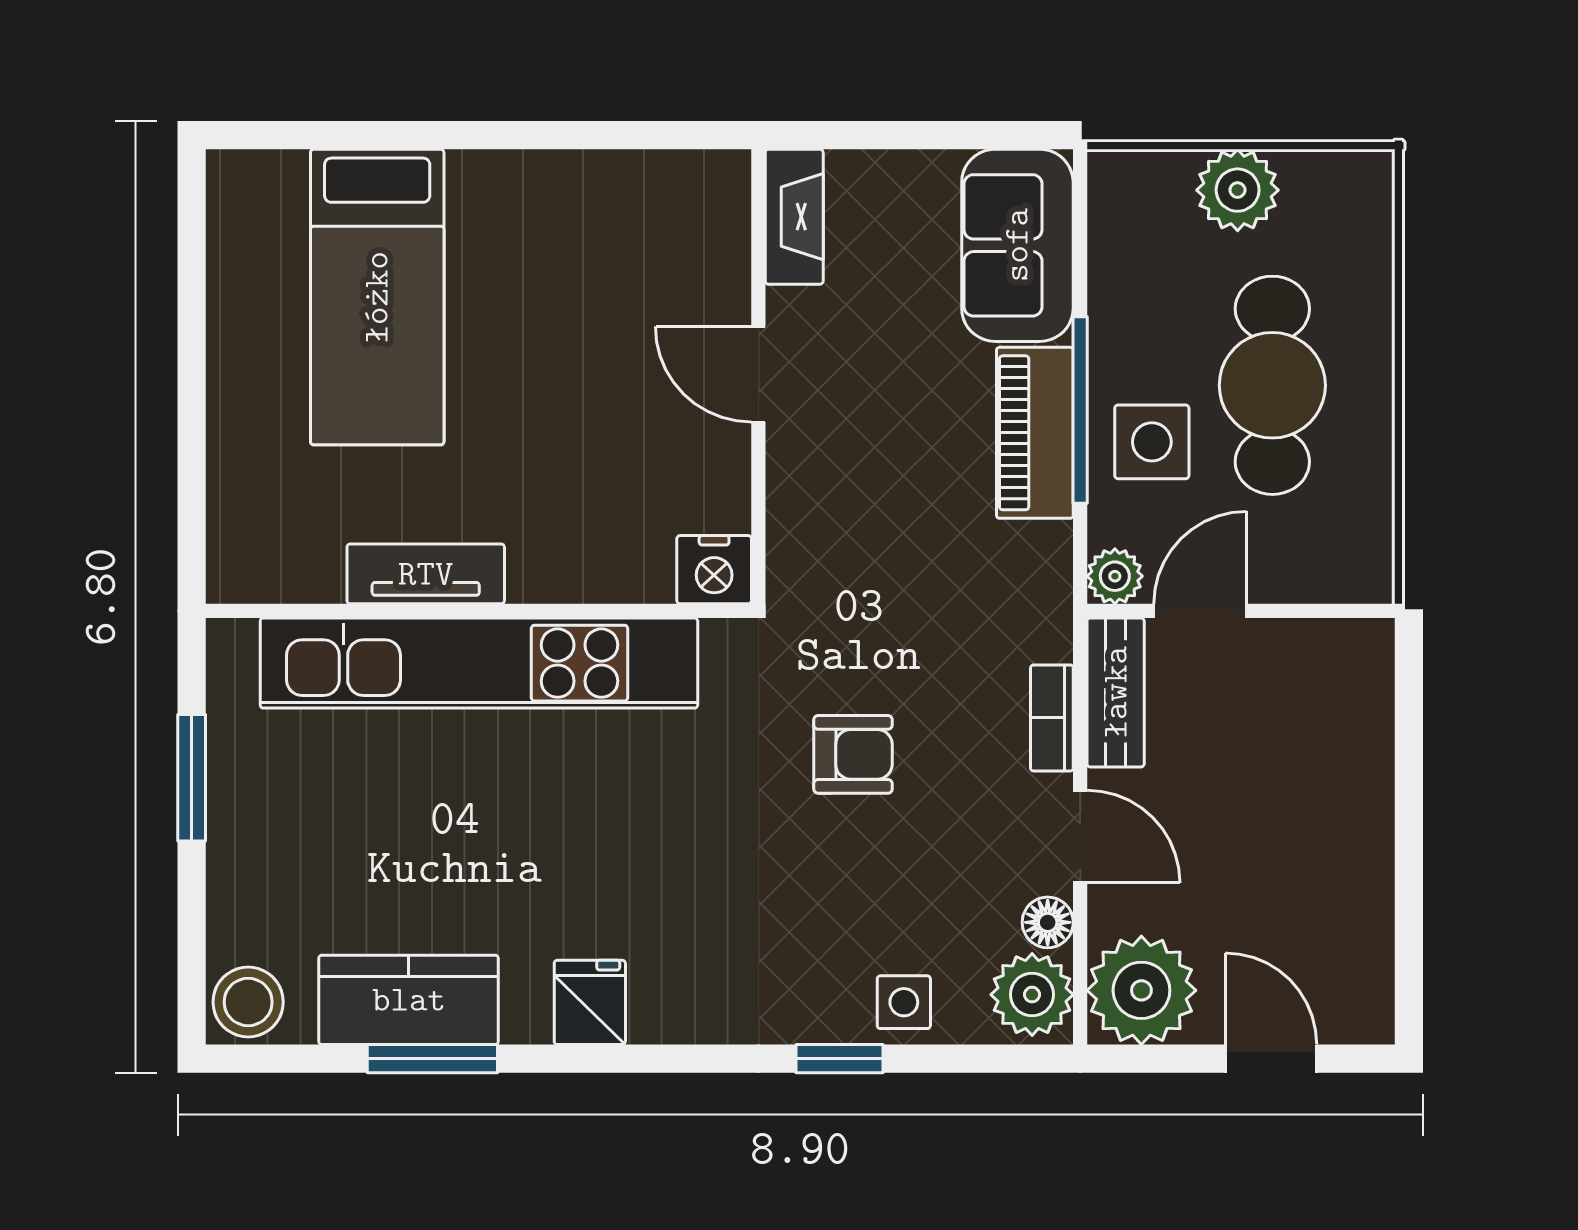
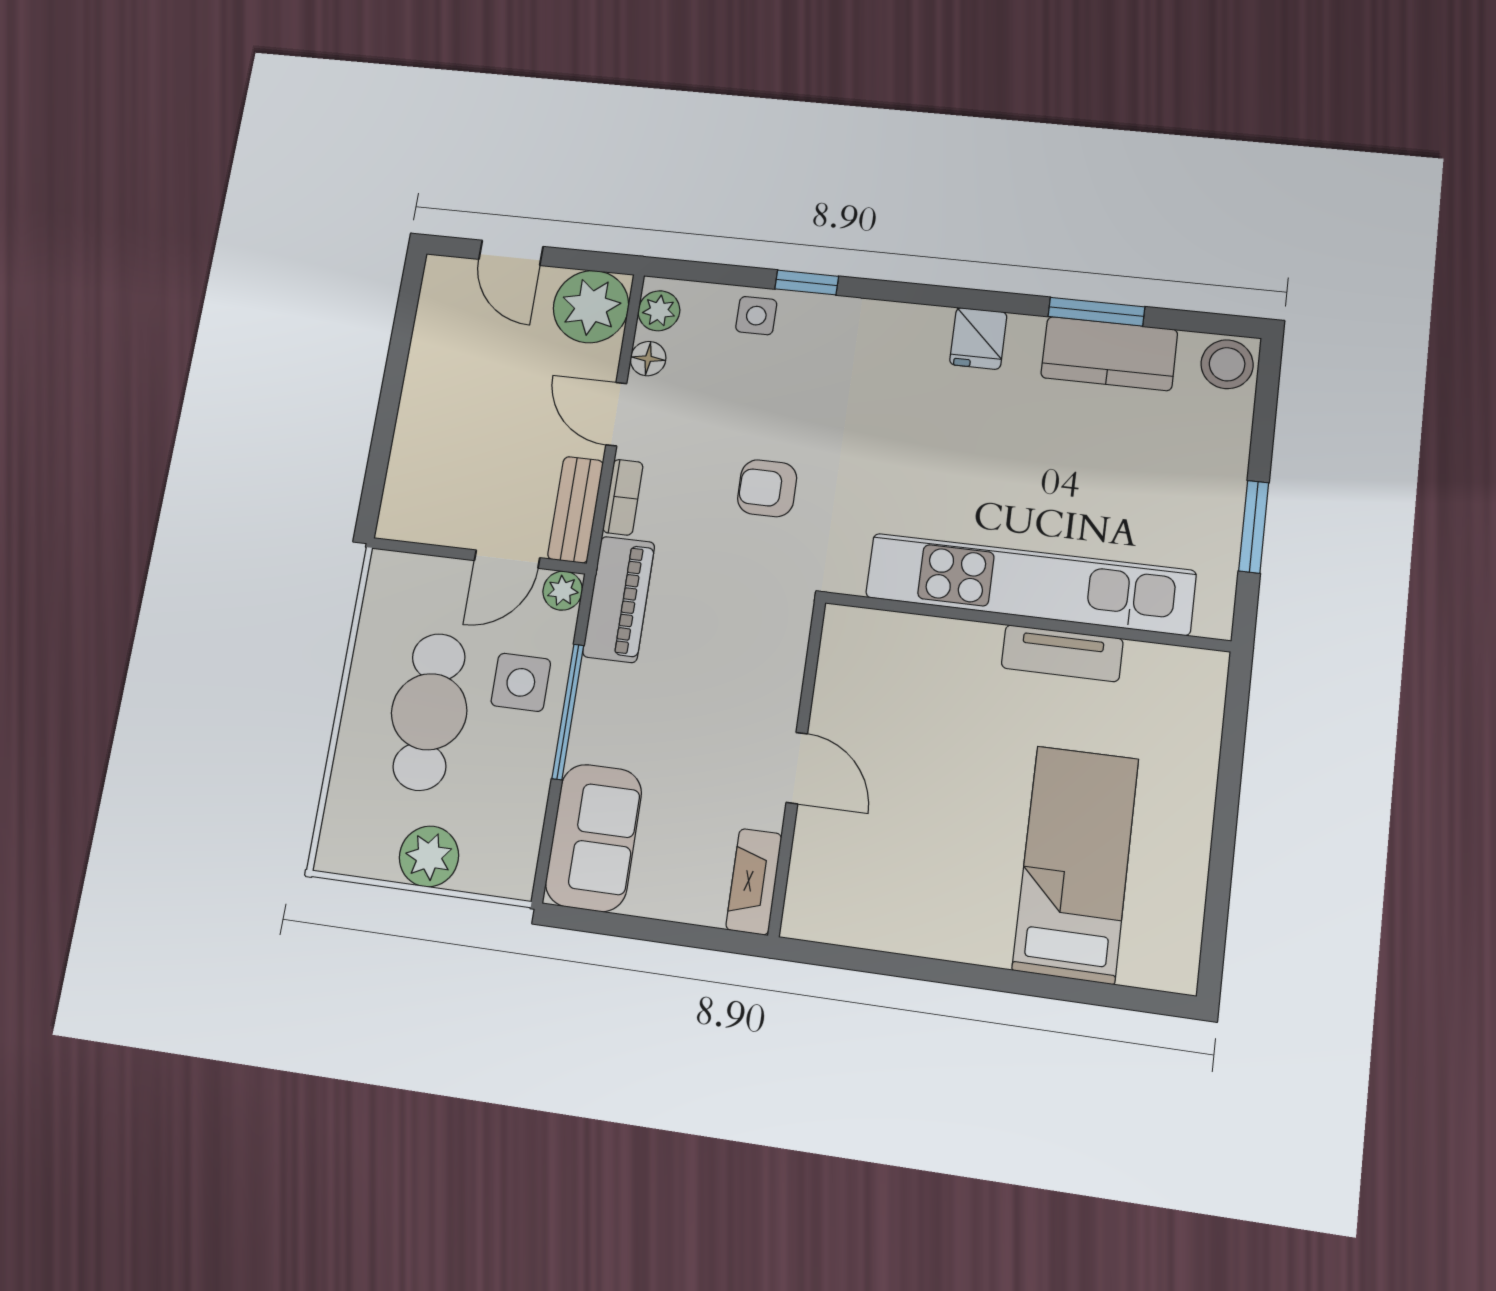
piano: (1035, 433) -> (619, 599), moved
nightstand: (714, 570) -> (849, 630), removed
plant: (1032, 995) -> (659, 311), width x0.73, depth x0.73

